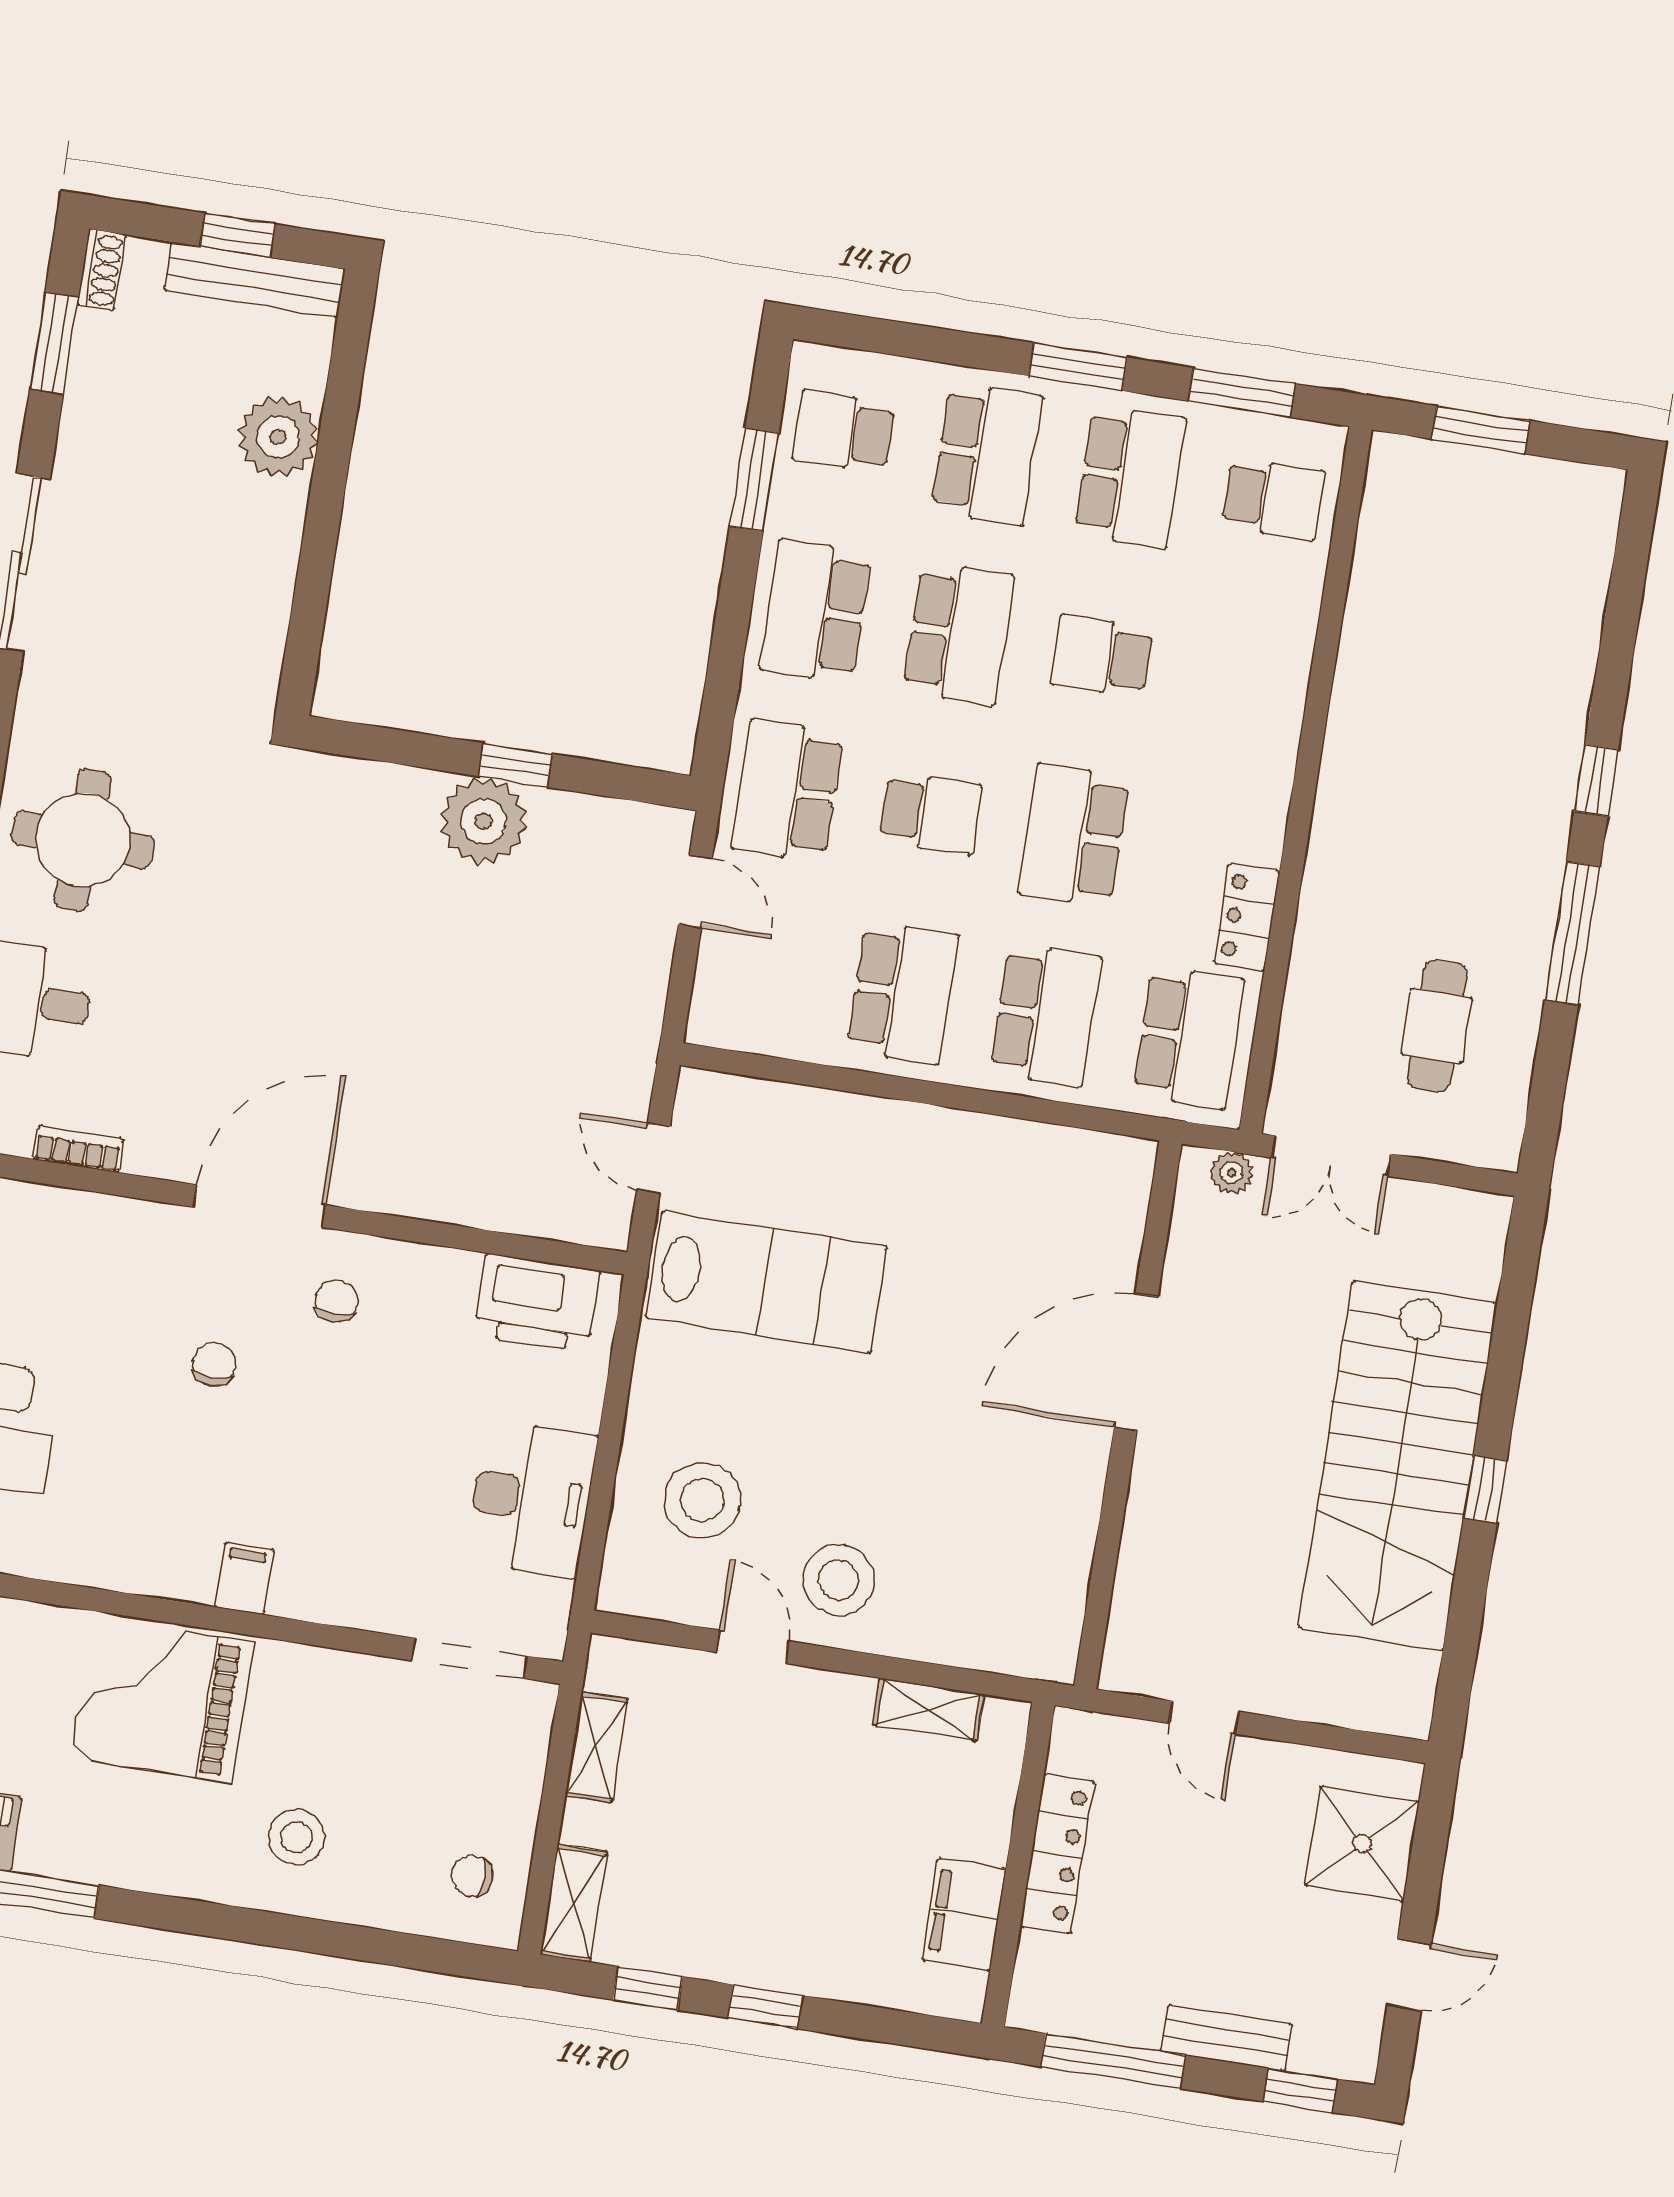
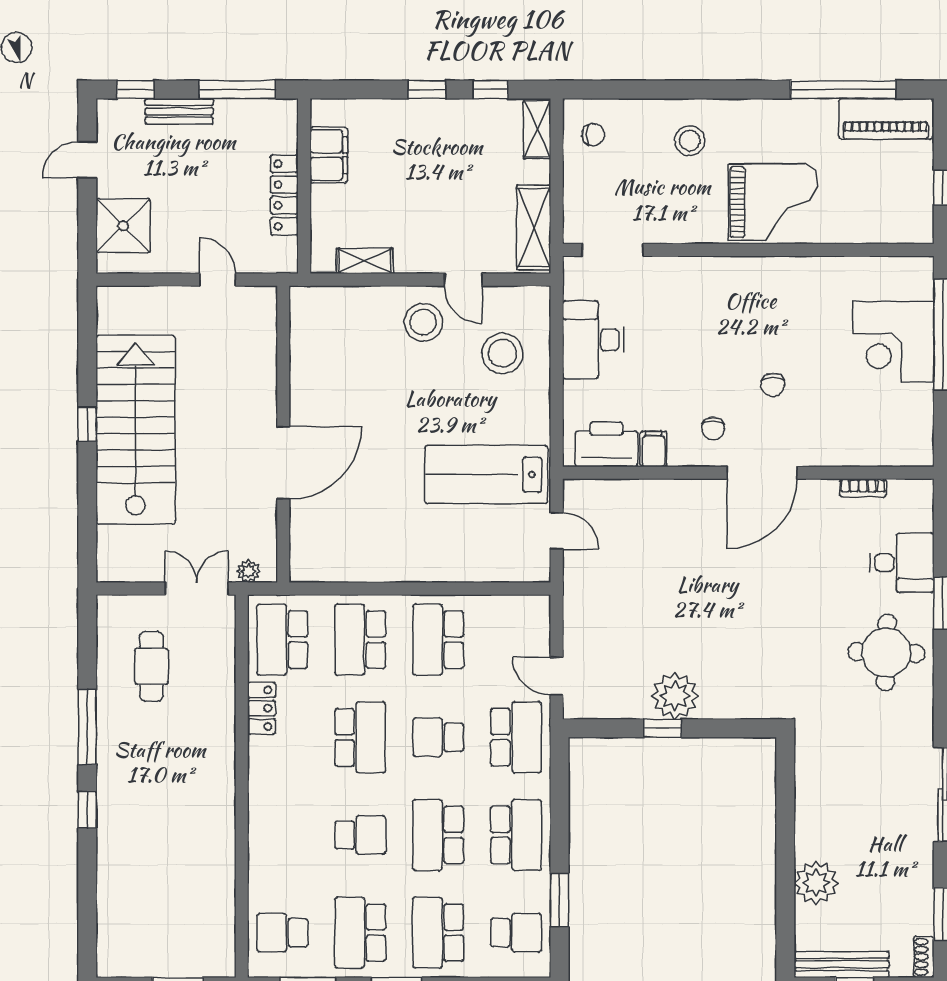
filing cabinet: (244, 1578) -> (653, 449), moved, turned 180
shelving: (596, 1747) -> (534, 227), width x1.50, depth x1.33

